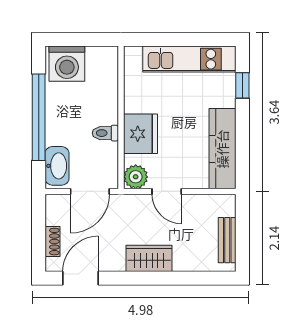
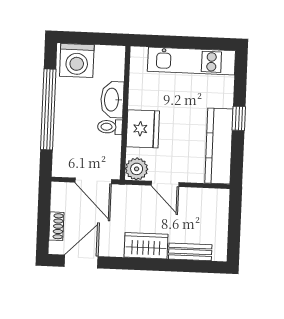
window: (242, 85) -> (239, 118), moved
washbasin: (57, 166) -> (112, 100), moved, turned 180
door: (90, 191) -> (93, 181), hinge flipped
bench: (227, 240) -> (190, 252), moved, turned 90

